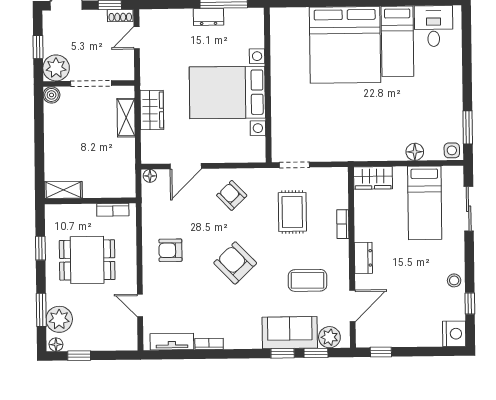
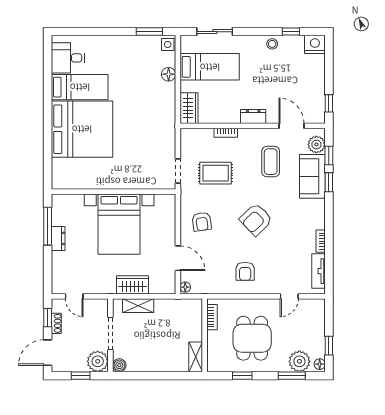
shoe rack: (120, 16) -> (56, 323), moved
armchair: (232, 195) -> (202, 222), turned -54

